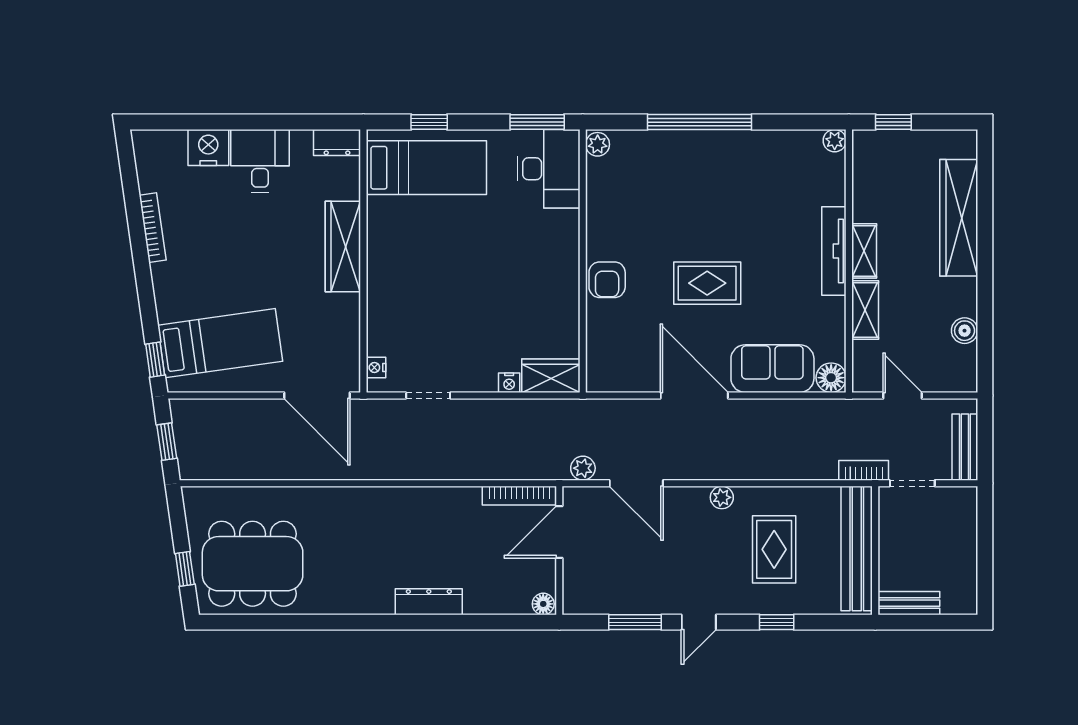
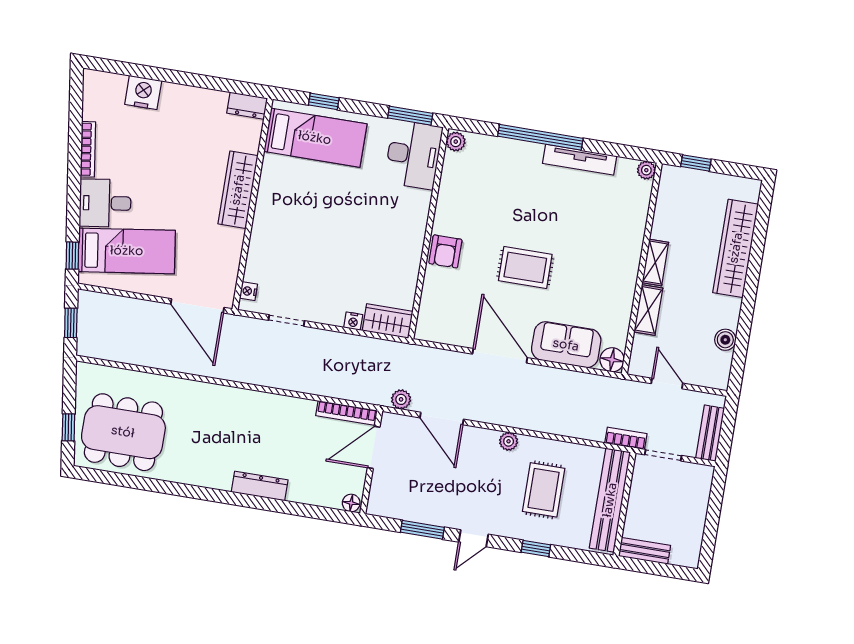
desk: (260, 161) -> (105, 203), moved, turned -98
tv unit: (834, 251) -> (580, 160), moved, turned -90

